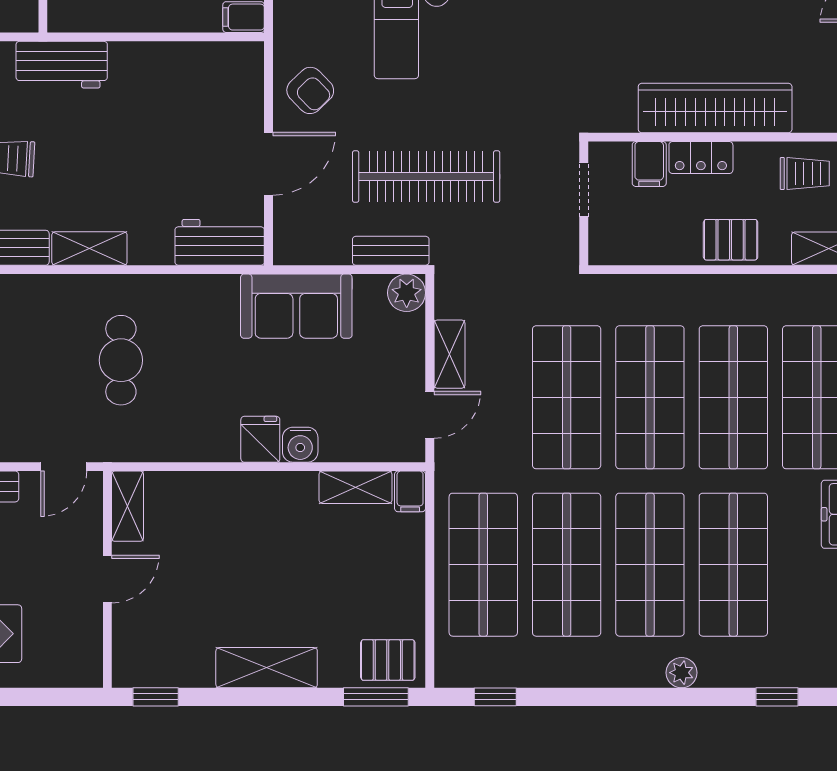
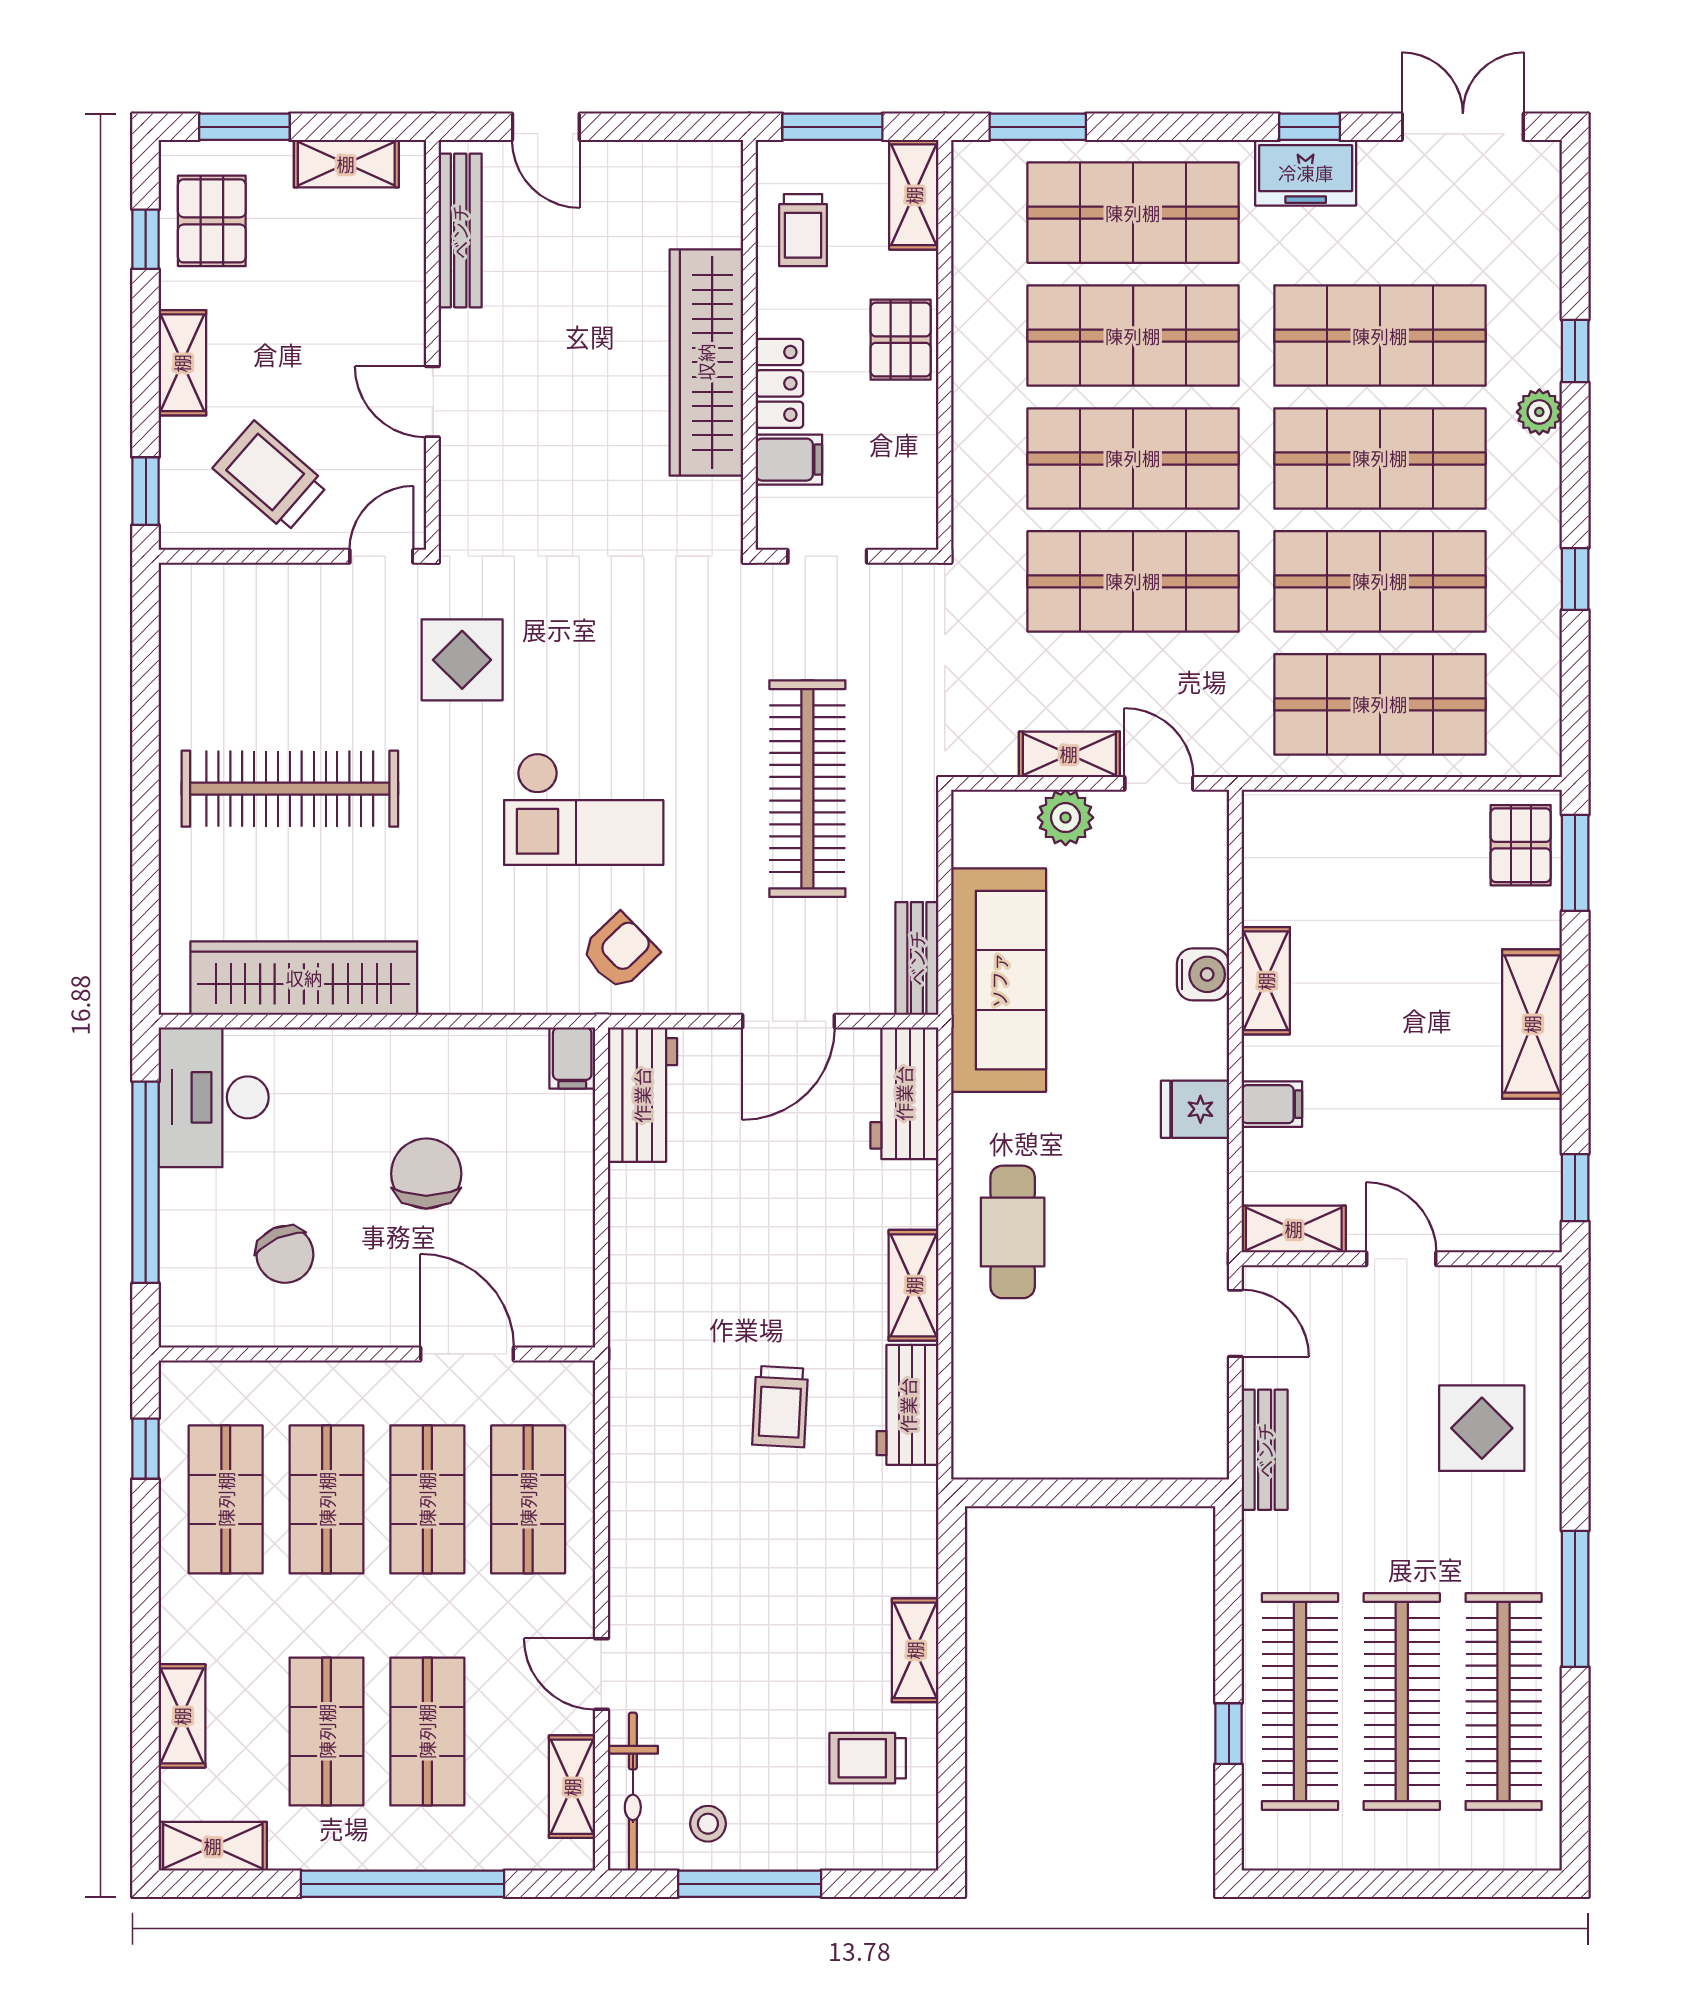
workbench: (62, 65) -> (642, 1095), moved
armchair: (310, 90) -> (620, 952), moved
door: (269, 164) -> (788, 1021), swing flipped
trolley: (805, 174) -> (803, 230), turned 180
bench: (391, 251) -> (917, 958), moved
plant: (407, 293) -> (1066, 818), moved
sofa: (296, 306) -> (999, 980), width x1.36
cafe table: (121, 360) -> (1013, 1232), moved, turned 90
fridge: (260, 439) -> (1195, 1109), moved
shelving: (355, 487) -> (1266, 981), moved
filing cabinet: (410, 491) -> (1272, 1104), moved
window: (495, 697) -> (1575, 579), moved
window: (777, 697) -> (1575, 351), moved

